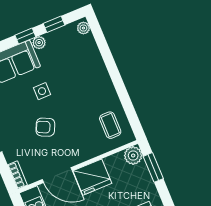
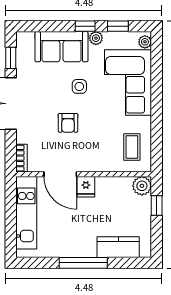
corner sofa: (83, 70) -> (128, 83), added
armchair: (45, 127) -> (68, 123), turned -115
window: (153, 167) -> (157, 206), width x0.67
fridge: (92, 177) -> (86, 187), width x0.53, depth x0.75

